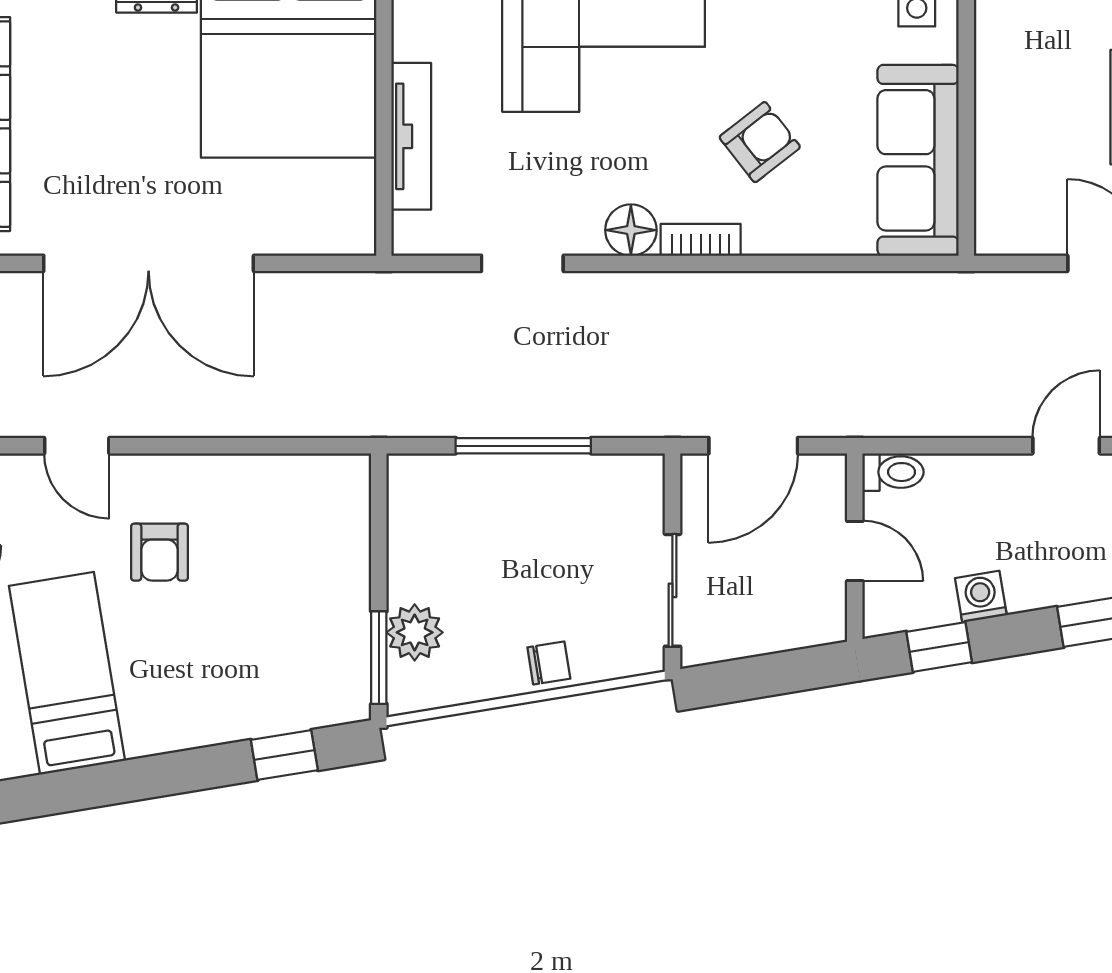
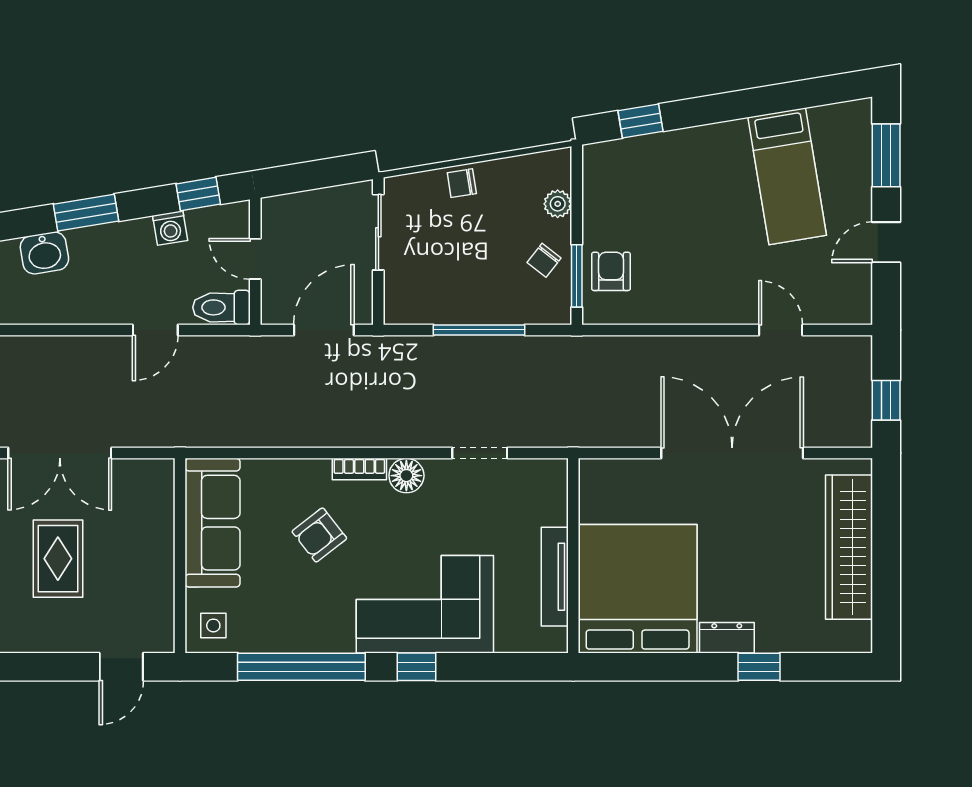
tv unit: (411, 136) -> (555, 577), moved
door: (1066, 446) -> (155, 330), moved
toilet: (893, 472) -> (221, 307), width x1.37, depth x1.39
chair: (427, 549) -> (544, 260), added
armchair: (159, 552) -> (611, 271), moved
plant: (415, 632) -> (558, 204), width x0.73, depth x0.73
window: (379, 658) -> (577, 276), moved

